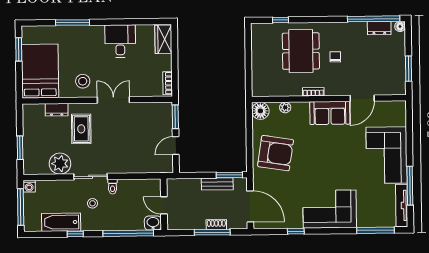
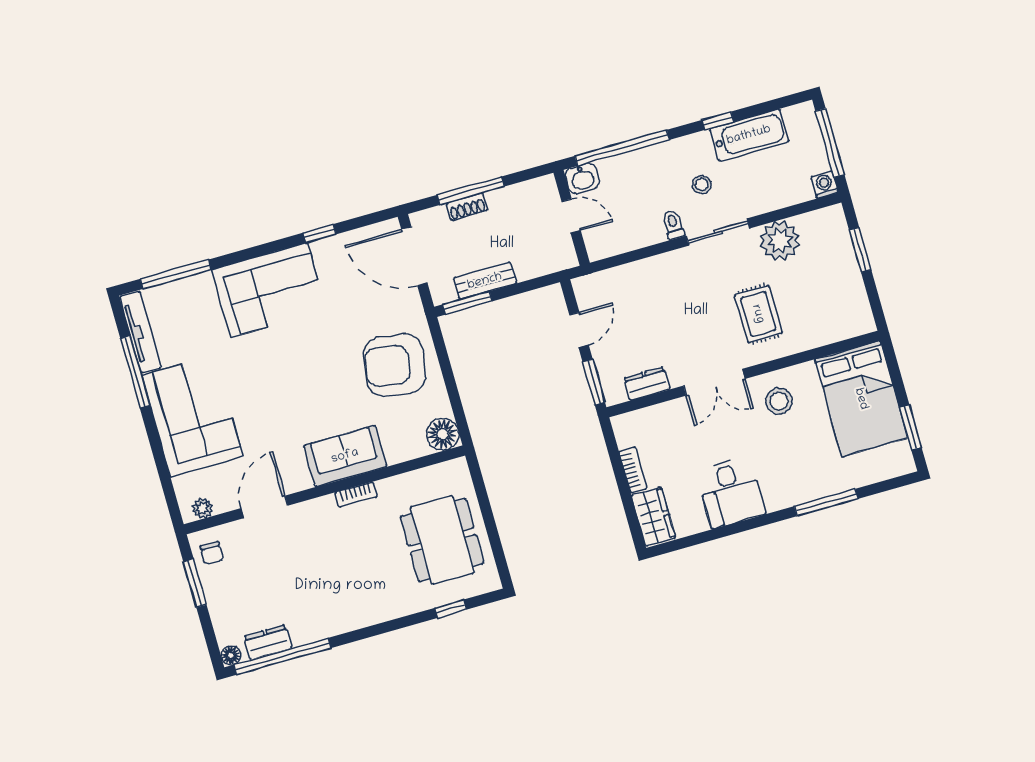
dining table: (301, 51) -> (442, 540), moved
chair: (335, 57) -> (212, 553), moved
bookcase: (168, 83) -> (633, 470), moved
plant: (285, 107) -> (203, 508), moved
dresser: (57, 110) -> (647, 384), moved
sofa: (330, 113) -> (345, 456), moved

